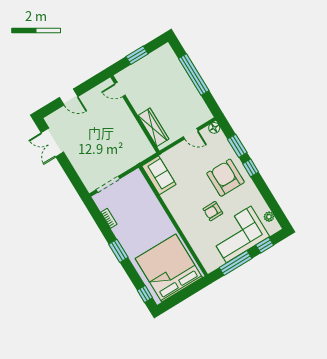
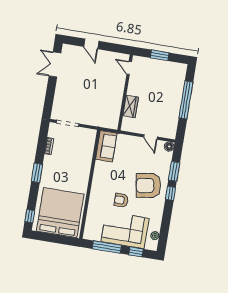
wardrobe: (153, 127) -> (131, 106), width x0.67
armchair: (226, 178) -> (148, 186), turned -99

